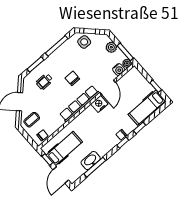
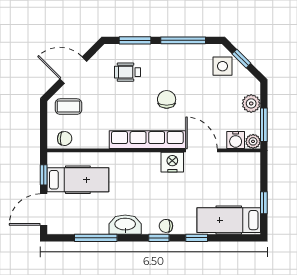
door: (108, 87) -> (202, 150), swing flipped
washbasin: (91, 161) -> (125, 225), moved

